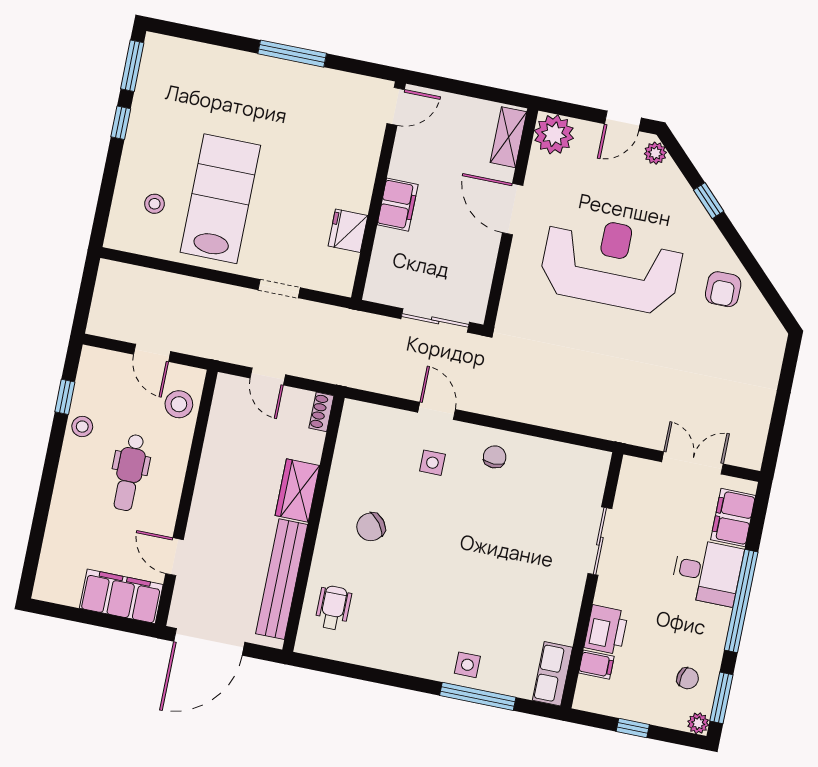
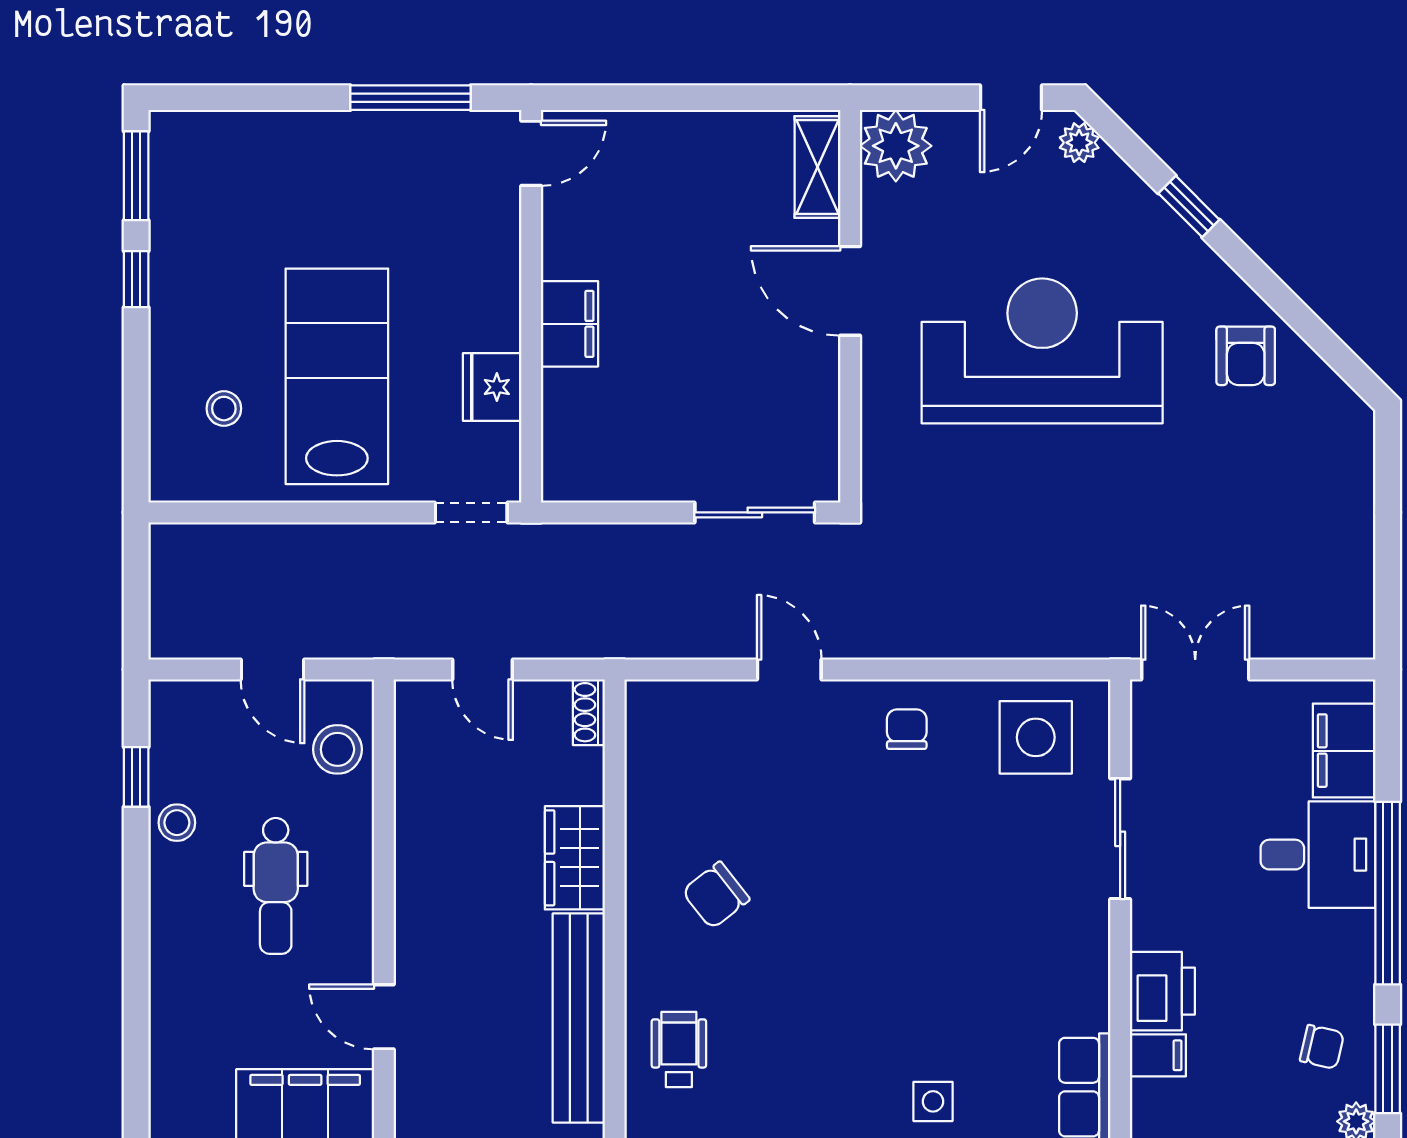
door: (396, 106) -> (531, 153), moved
wall: (378, 191) -> (531, 306), moved
filing cabinet: (398, 205) -> (569, 324), moved
fridge: (348, 231) -> (492, 387), moved
side table: (432, 463) -> (1036, 737), moved, width x1.87, depth x1.87
double door: (692, 463) -> (1195, 669), moved

